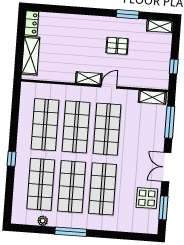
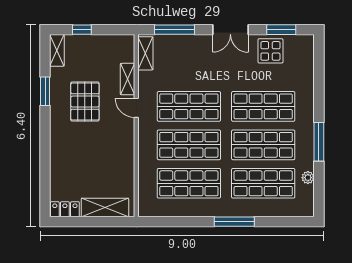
pallet: (117, 46) -> (85, 102), width x1.50, depth x1.42
window: (174, 67) -> (82, 30), moved
shelving: (89, 78) -> (128, 79), moved
window: (12, 159) -> (234, 222), width x2.17

